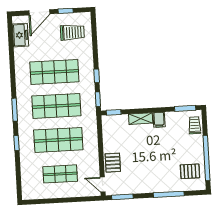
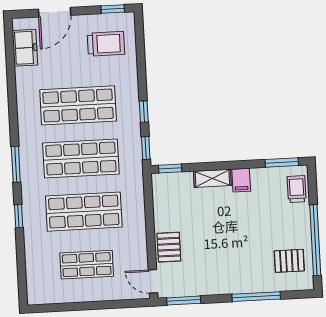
window: (66, 11) -> (113, 9), moved

